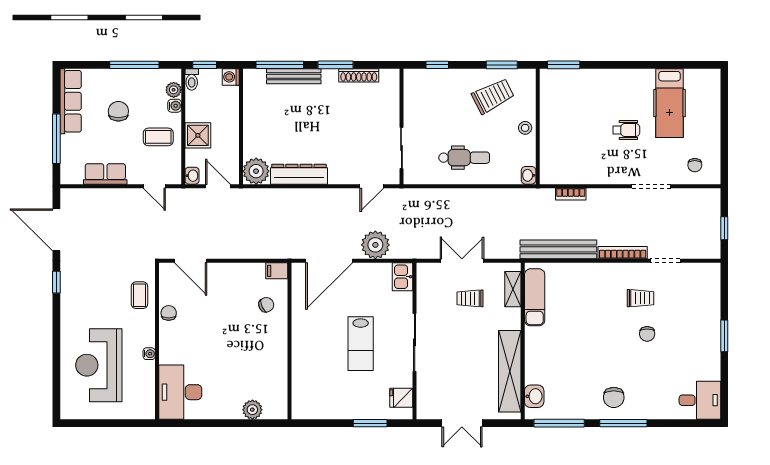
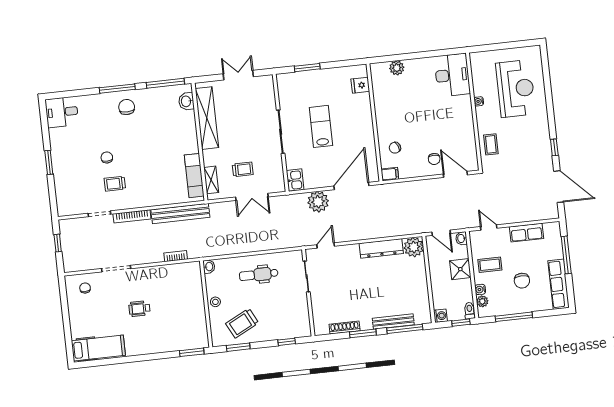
hospital bed: (670, 103) -> (98, 348), moved, turned 90
chair: (169, 313) -> (434, 159), moved
fridge: (401, 398) -> (360, 85), moved, turned 180

